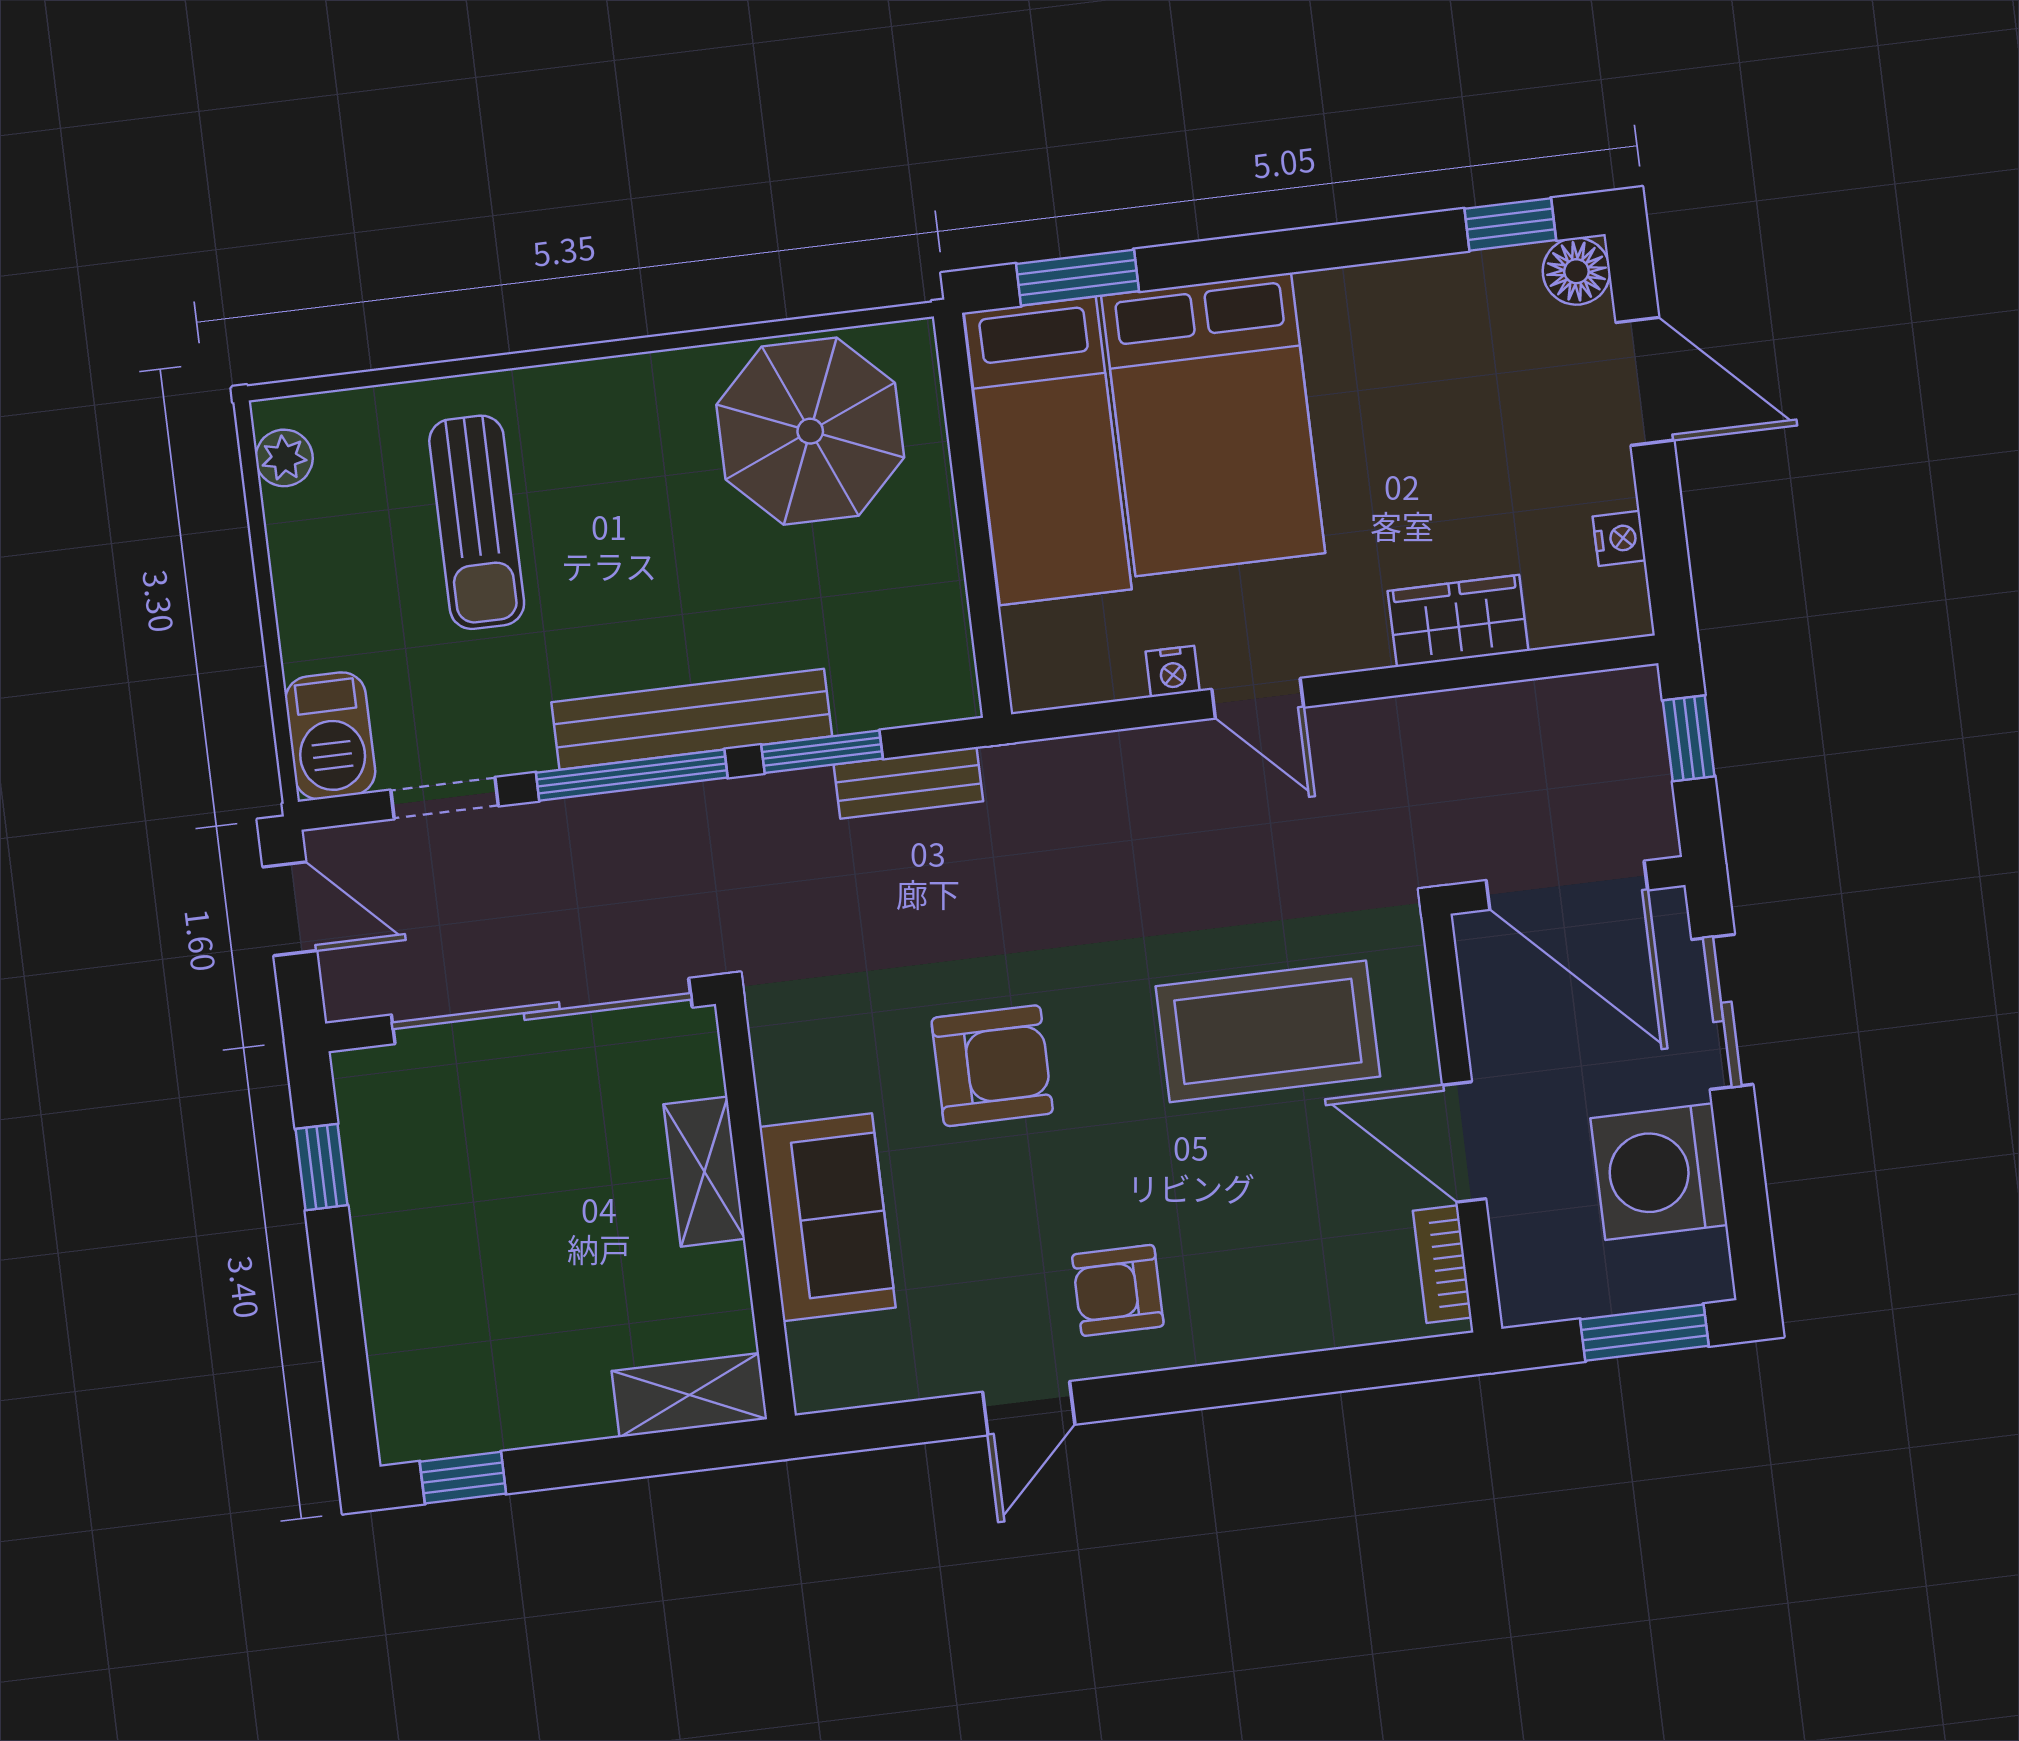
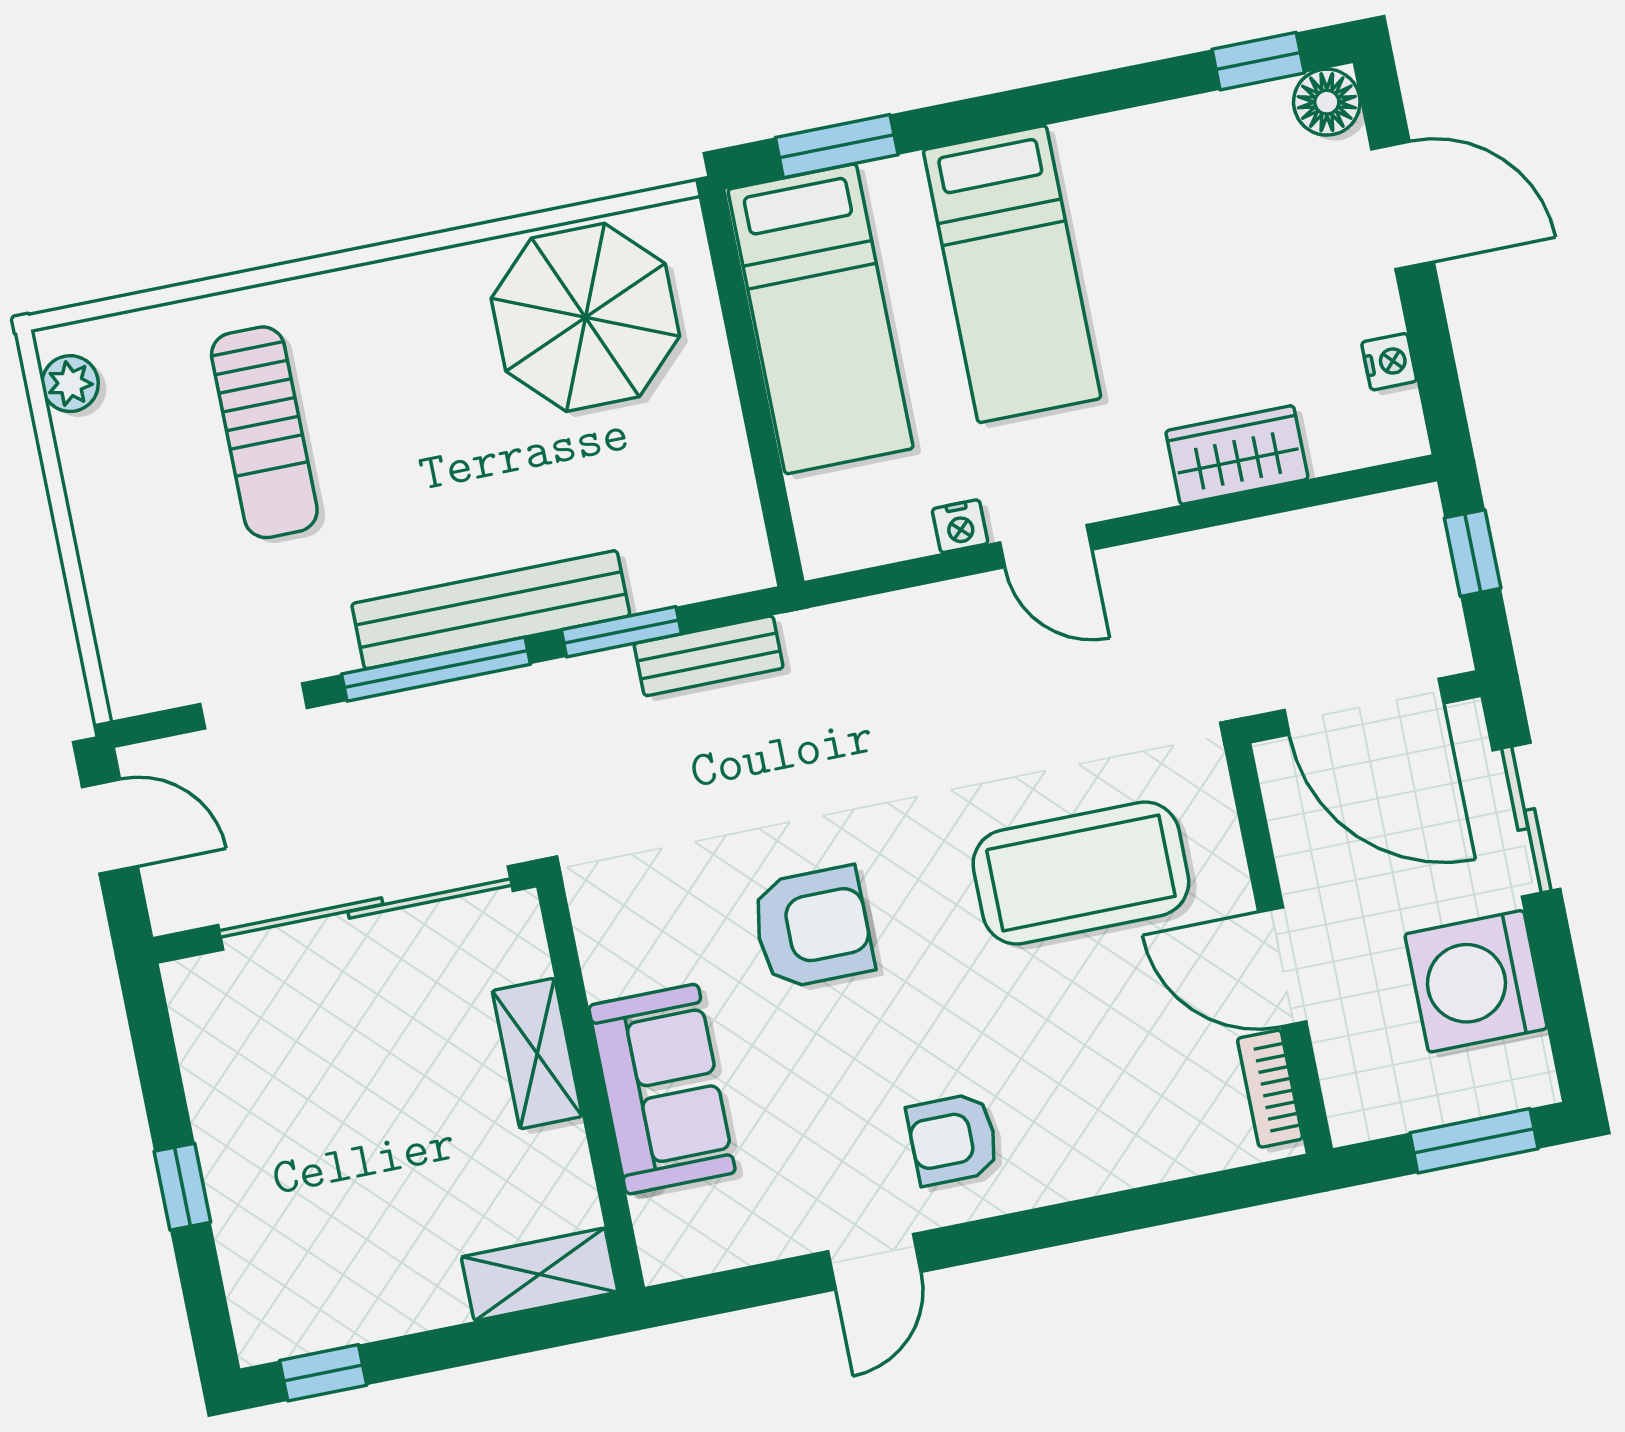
bed: (1213, 424) -> (1012, 274), width x0.67
barbecue: (330, 736) -> (137, 653), removed
window: (321, 1167) -> (182, 1187), moved

